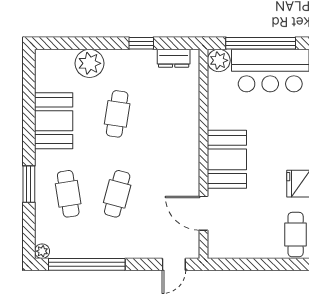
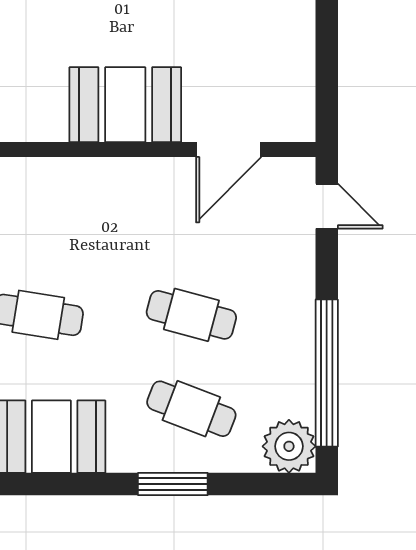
cafe table: (68, 194) -> (191, 409), turned 30
plant: (42, 251) -> (289, 446), width x1.88, depth x1.88

